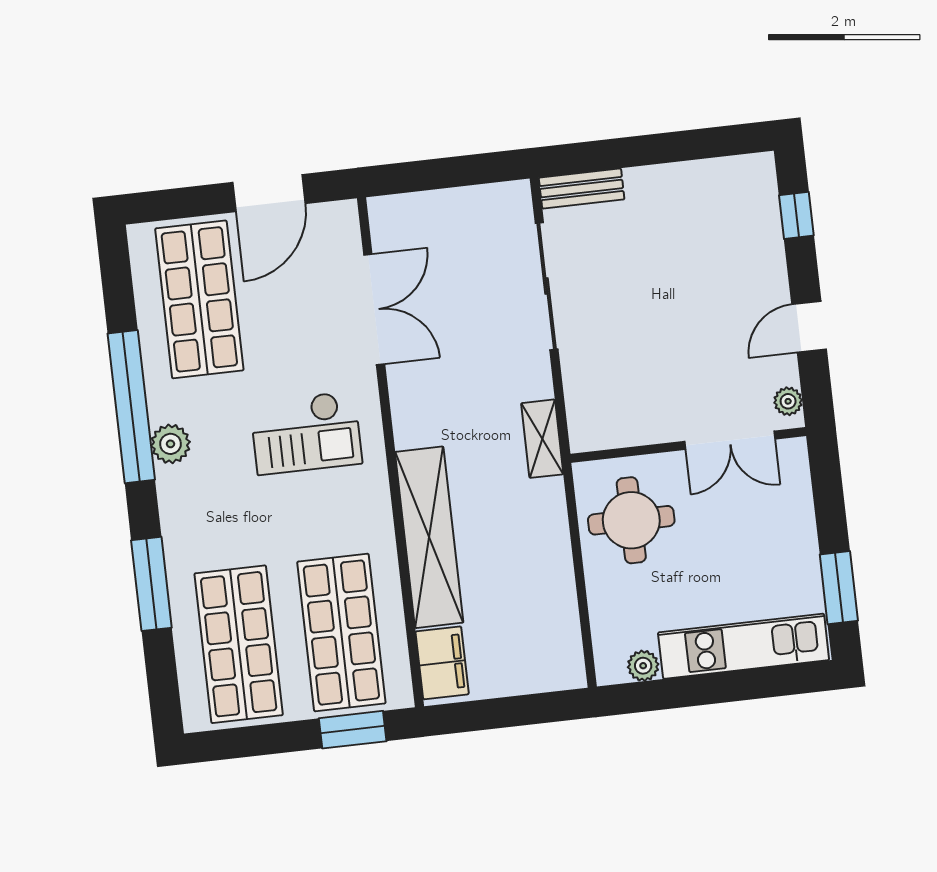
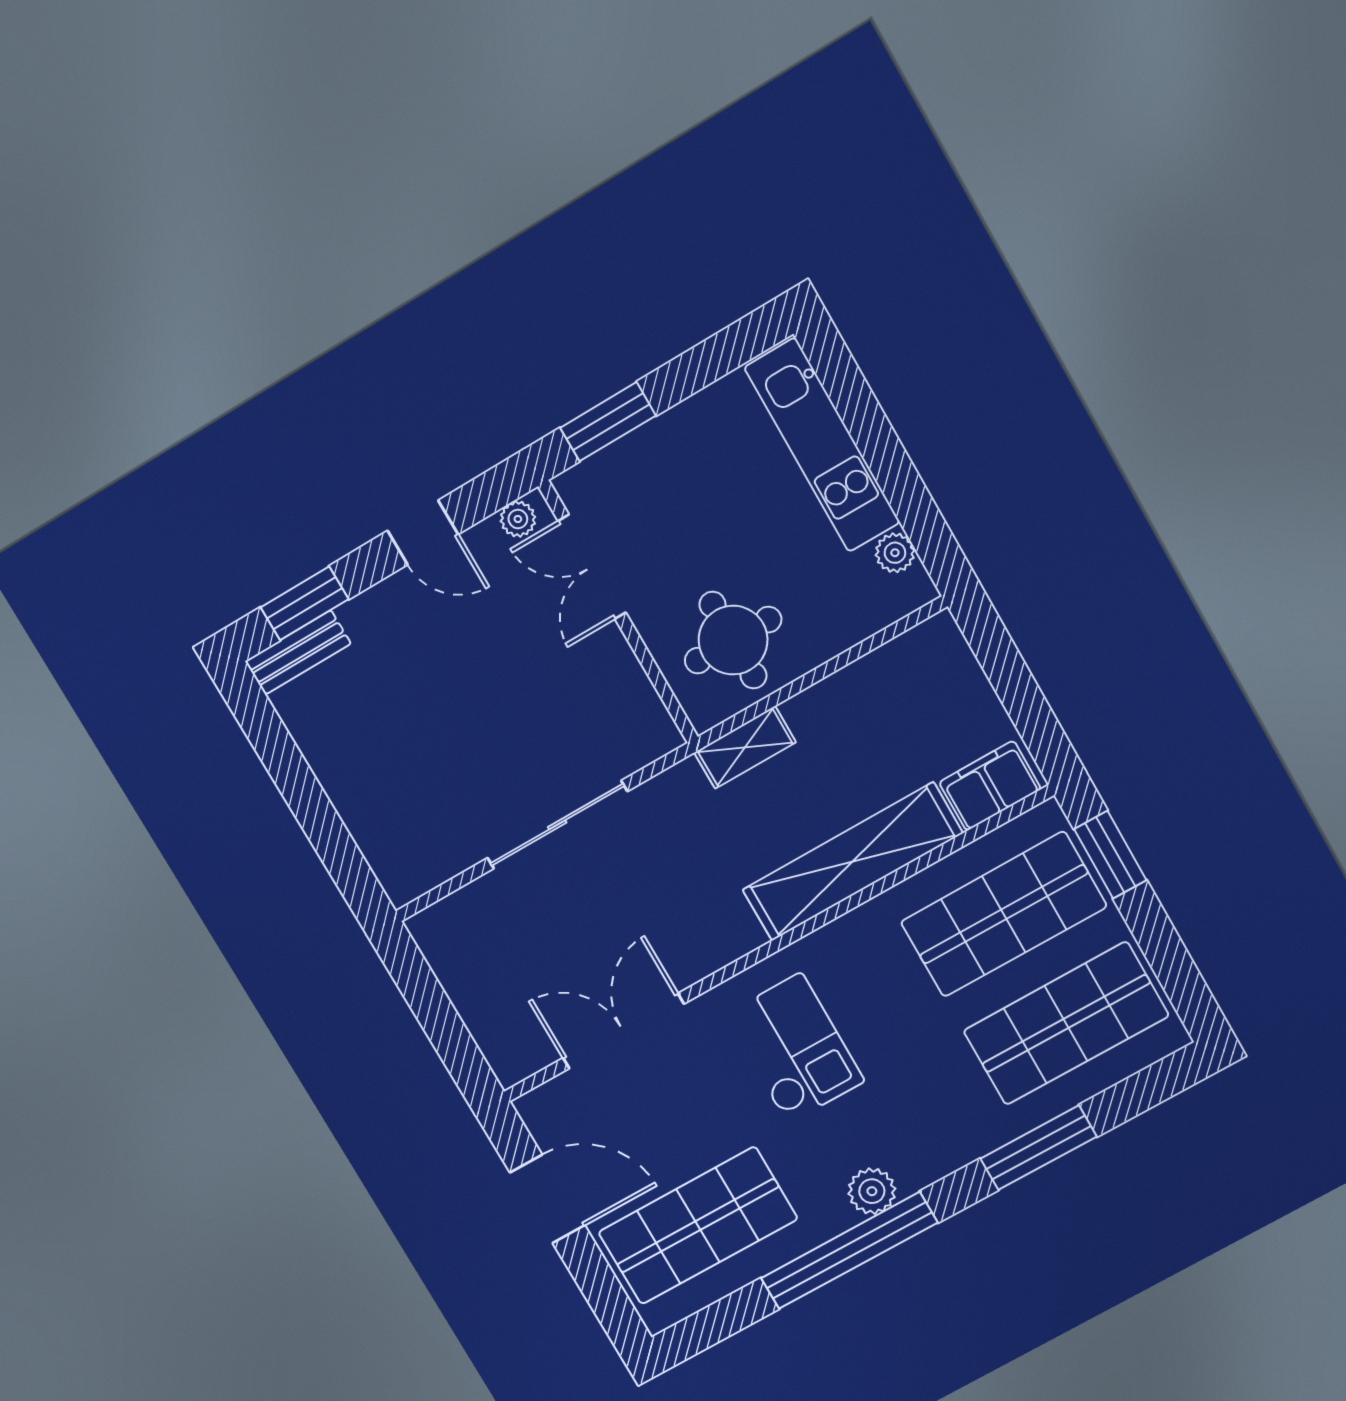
bench: (582, 189) -> (298, 652), moved, turned 90
window: (796, 215) -> (305, 603), width x1.50
sliding door: (547, 286) -> (557, 825), moved
shelving: (542, 439) -> (745, 747), moved
double door: (730, 440) -> (592, 567), swing flipped
window: (839, 588) -> (608, 422), moved

